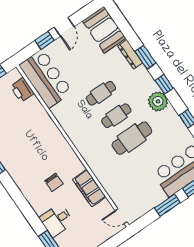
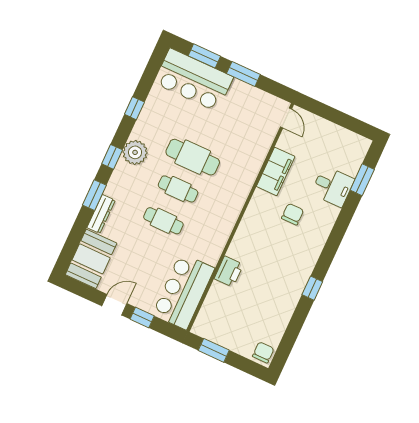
printer: (22, 90) -> (229, 272), moved

